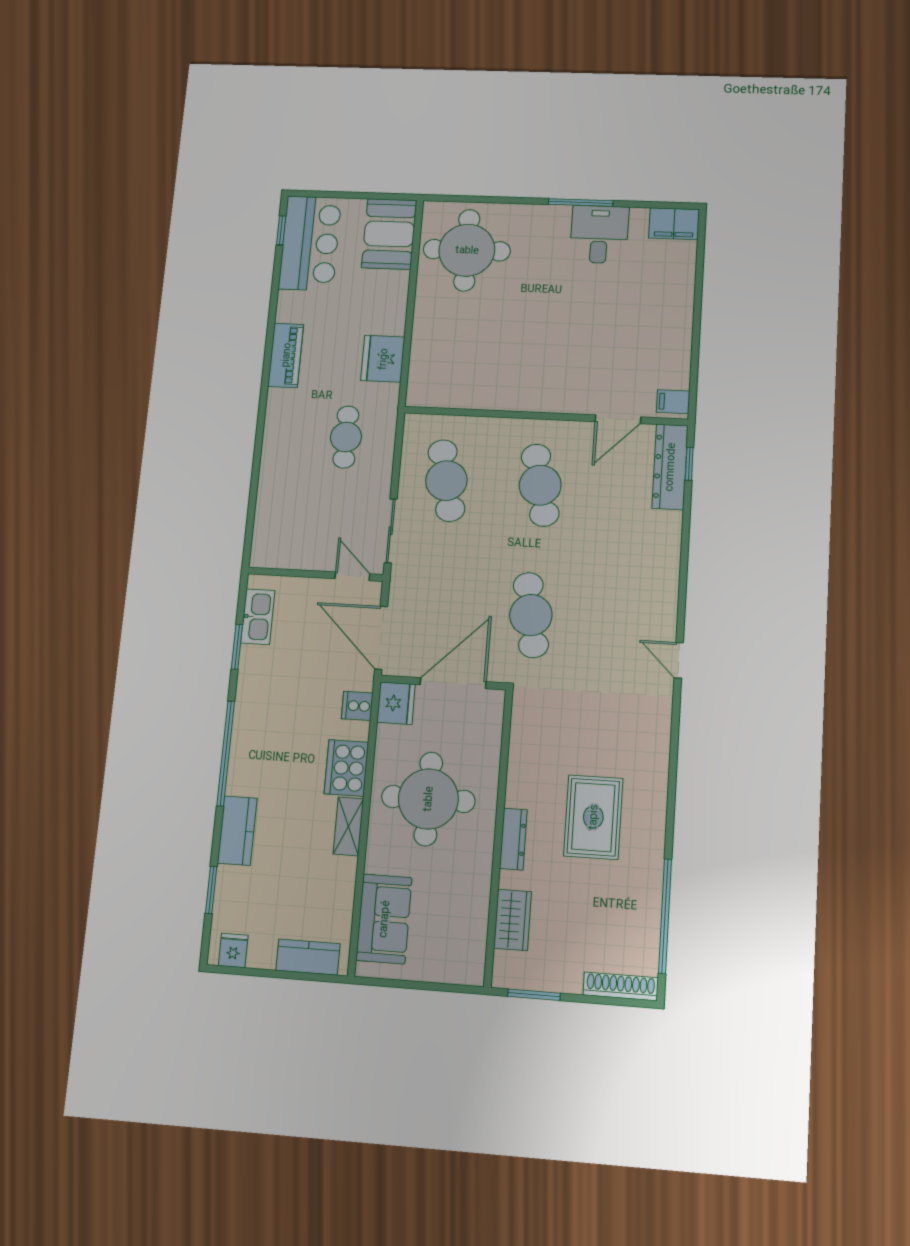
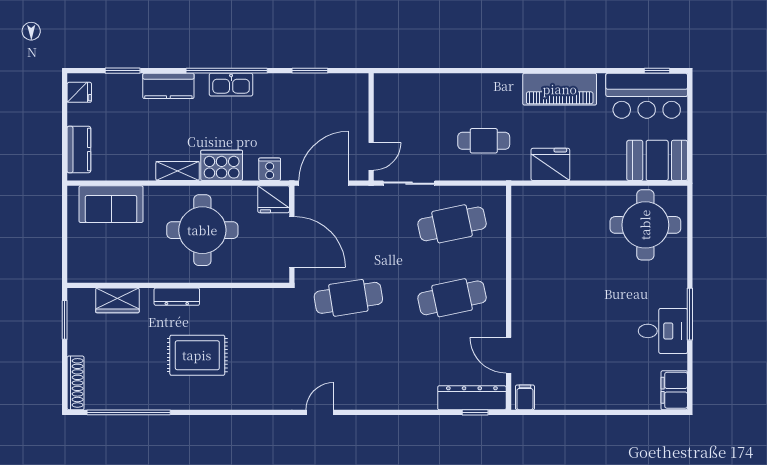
piano: (286, 355) -> (560, 89), width x1.37, depth x1.33
kitchen sink: (258, 617) -> (231, 85), moved

